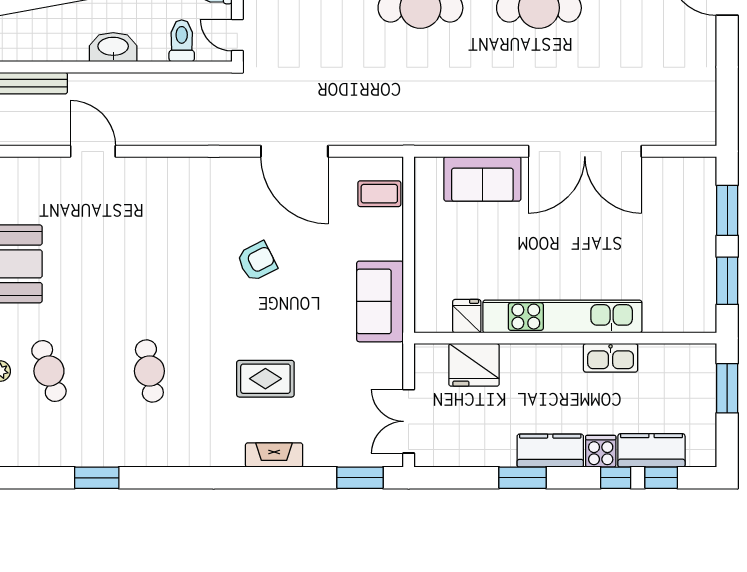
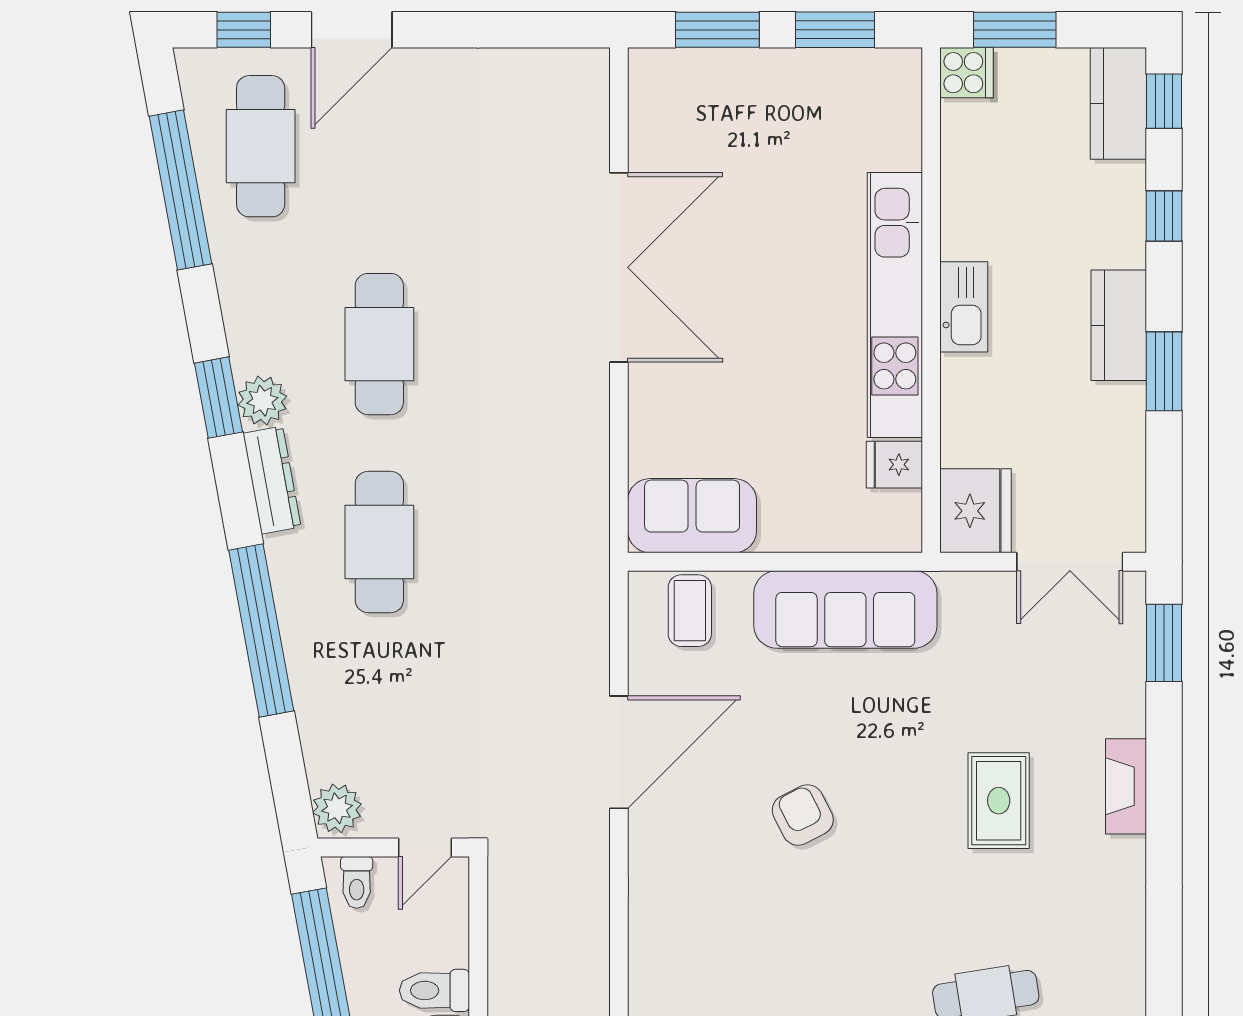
toilet: (182, 41) -> (434, 990), moved
sofa: (482, 179) -> (692, 516), moved, turned -90
sofa: (380, 301) -> (845, 609), width x1.36
kitchen sink: (611, 358) -> (964, 307), moved
fridge: (474, 365) -> (976, 511), moved
kitchen counter: (651, 450) -> (1118, 103), moved
cooker: (601, 451) -> (967, 73), moved, turned 180
window: (661, 478) -> (1164, 101), moved

